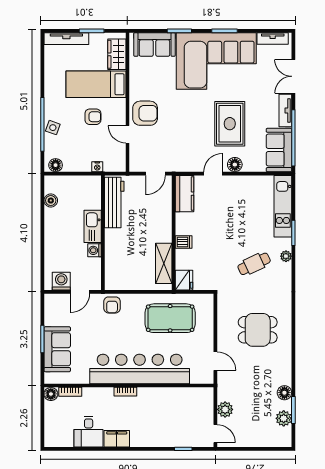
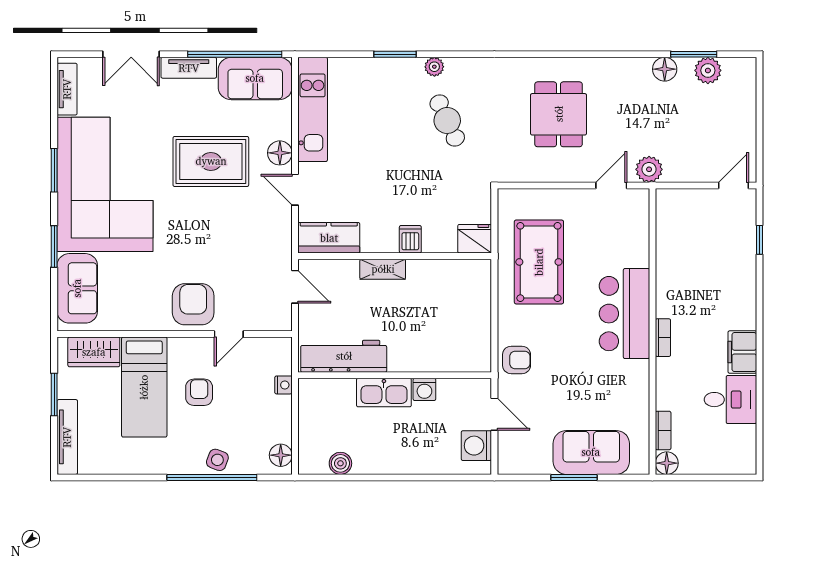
kitchen unit: (283, 206) -> (313, 109), moved, turned -90
shelving: (164, 263) -> (383, 269), moved, width x0.67, depth x0.75
bar counter: (140, 369) -> (624, 314), width x0.54
plant: (225, 409) -> (649, 169), moved

